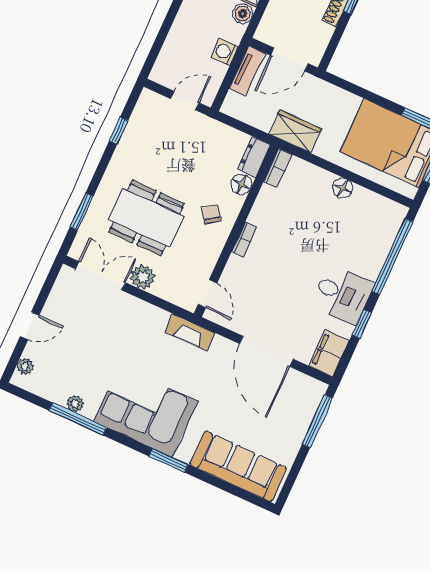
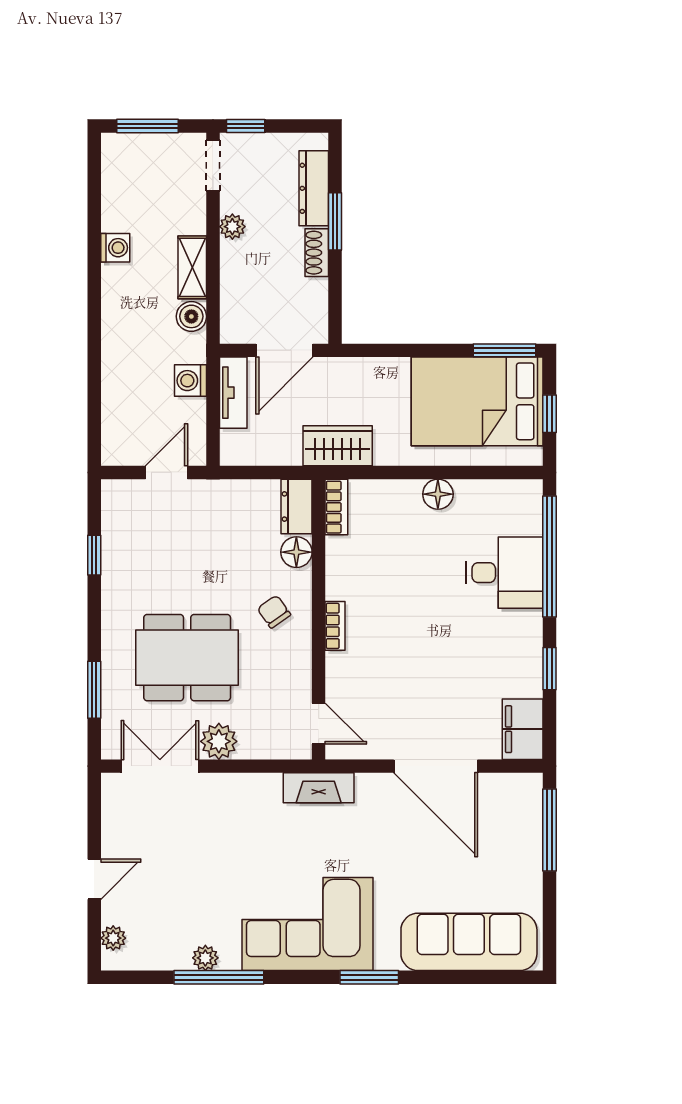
desk: (342, 294) -> (504, 573), moved

